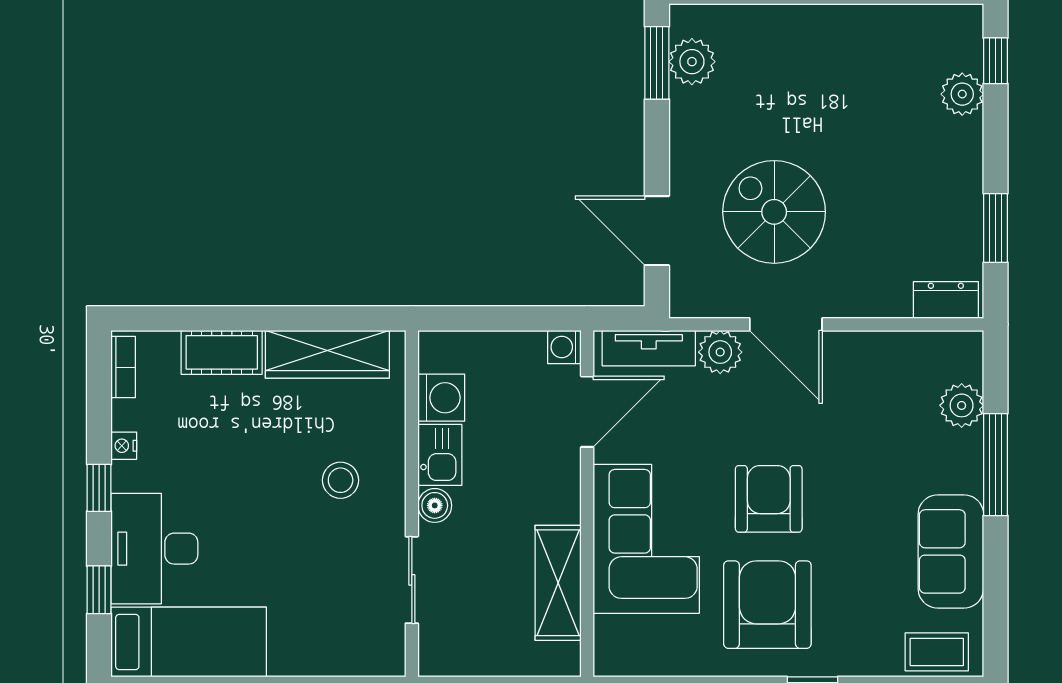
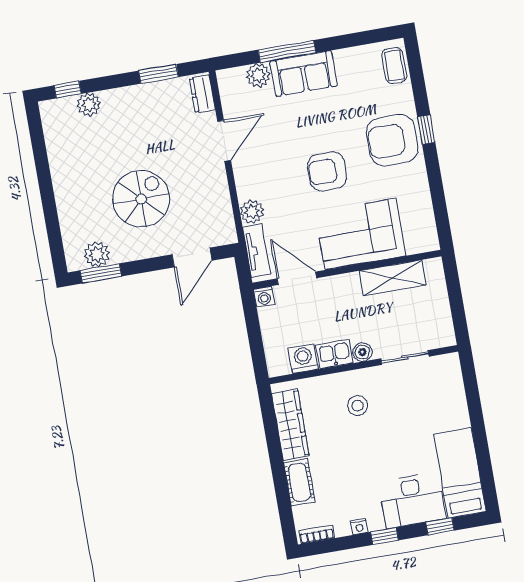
spiral stairs: (774, 212) -> (141, 199), moved, turned 180
door: (786, 324) -> (224, 141), moved
sofa: (951, 551) -> (304, 73), moved
armchair: (767, 605) -> (392, 140), moved

